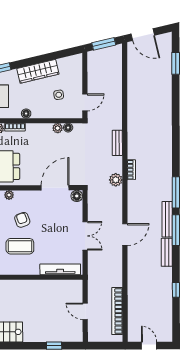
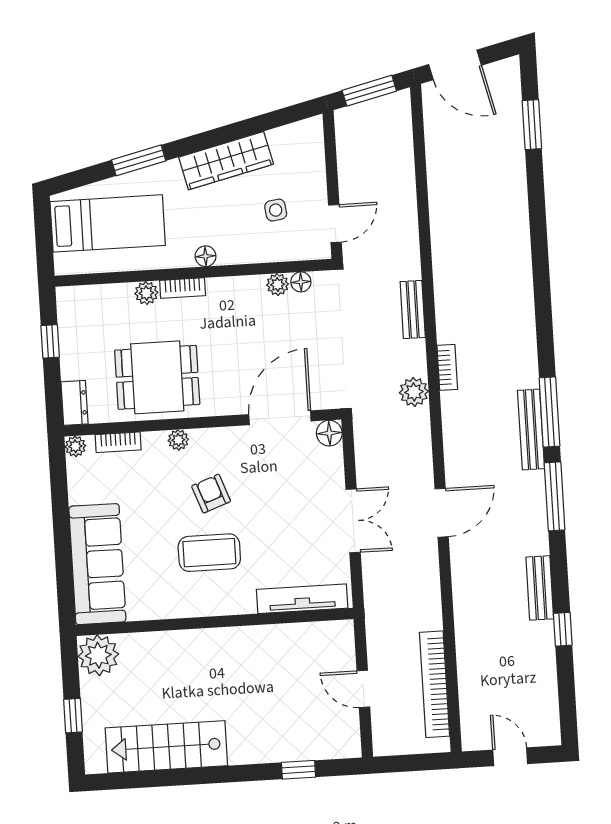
bench: (167, 219) -> (531, 430), moved
bench: (167, 252) -> (540, 588), moved

